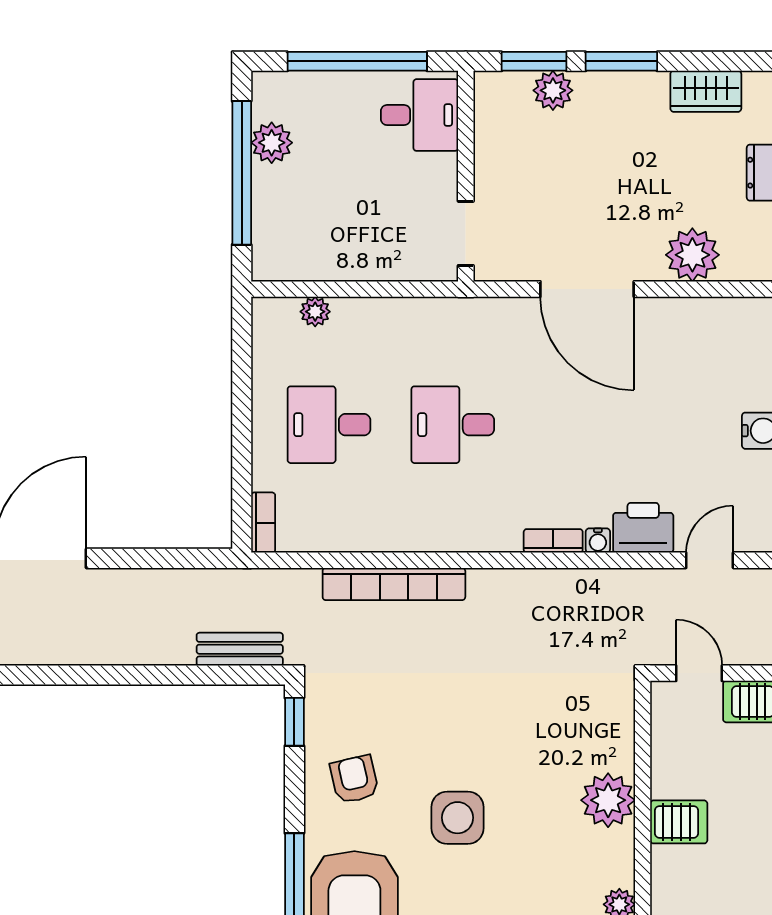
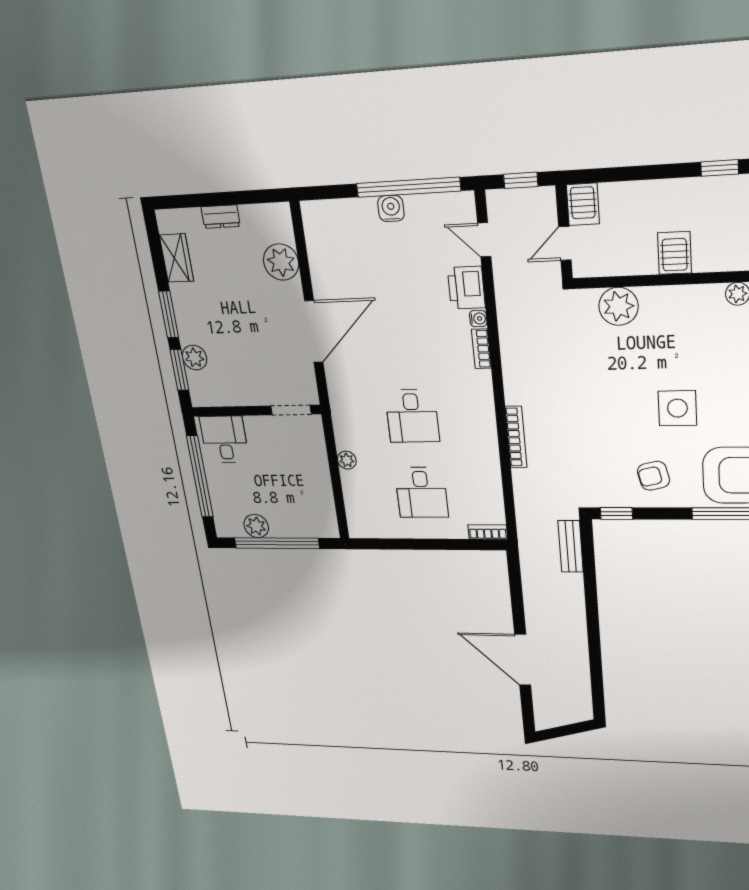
plant: (315, 312) -> (347, 460), moved
bookcase: (394, 584) -> (516, 437), width x0.68, depth x0.76
plant: (608, 800) -> (618, 306), moved

